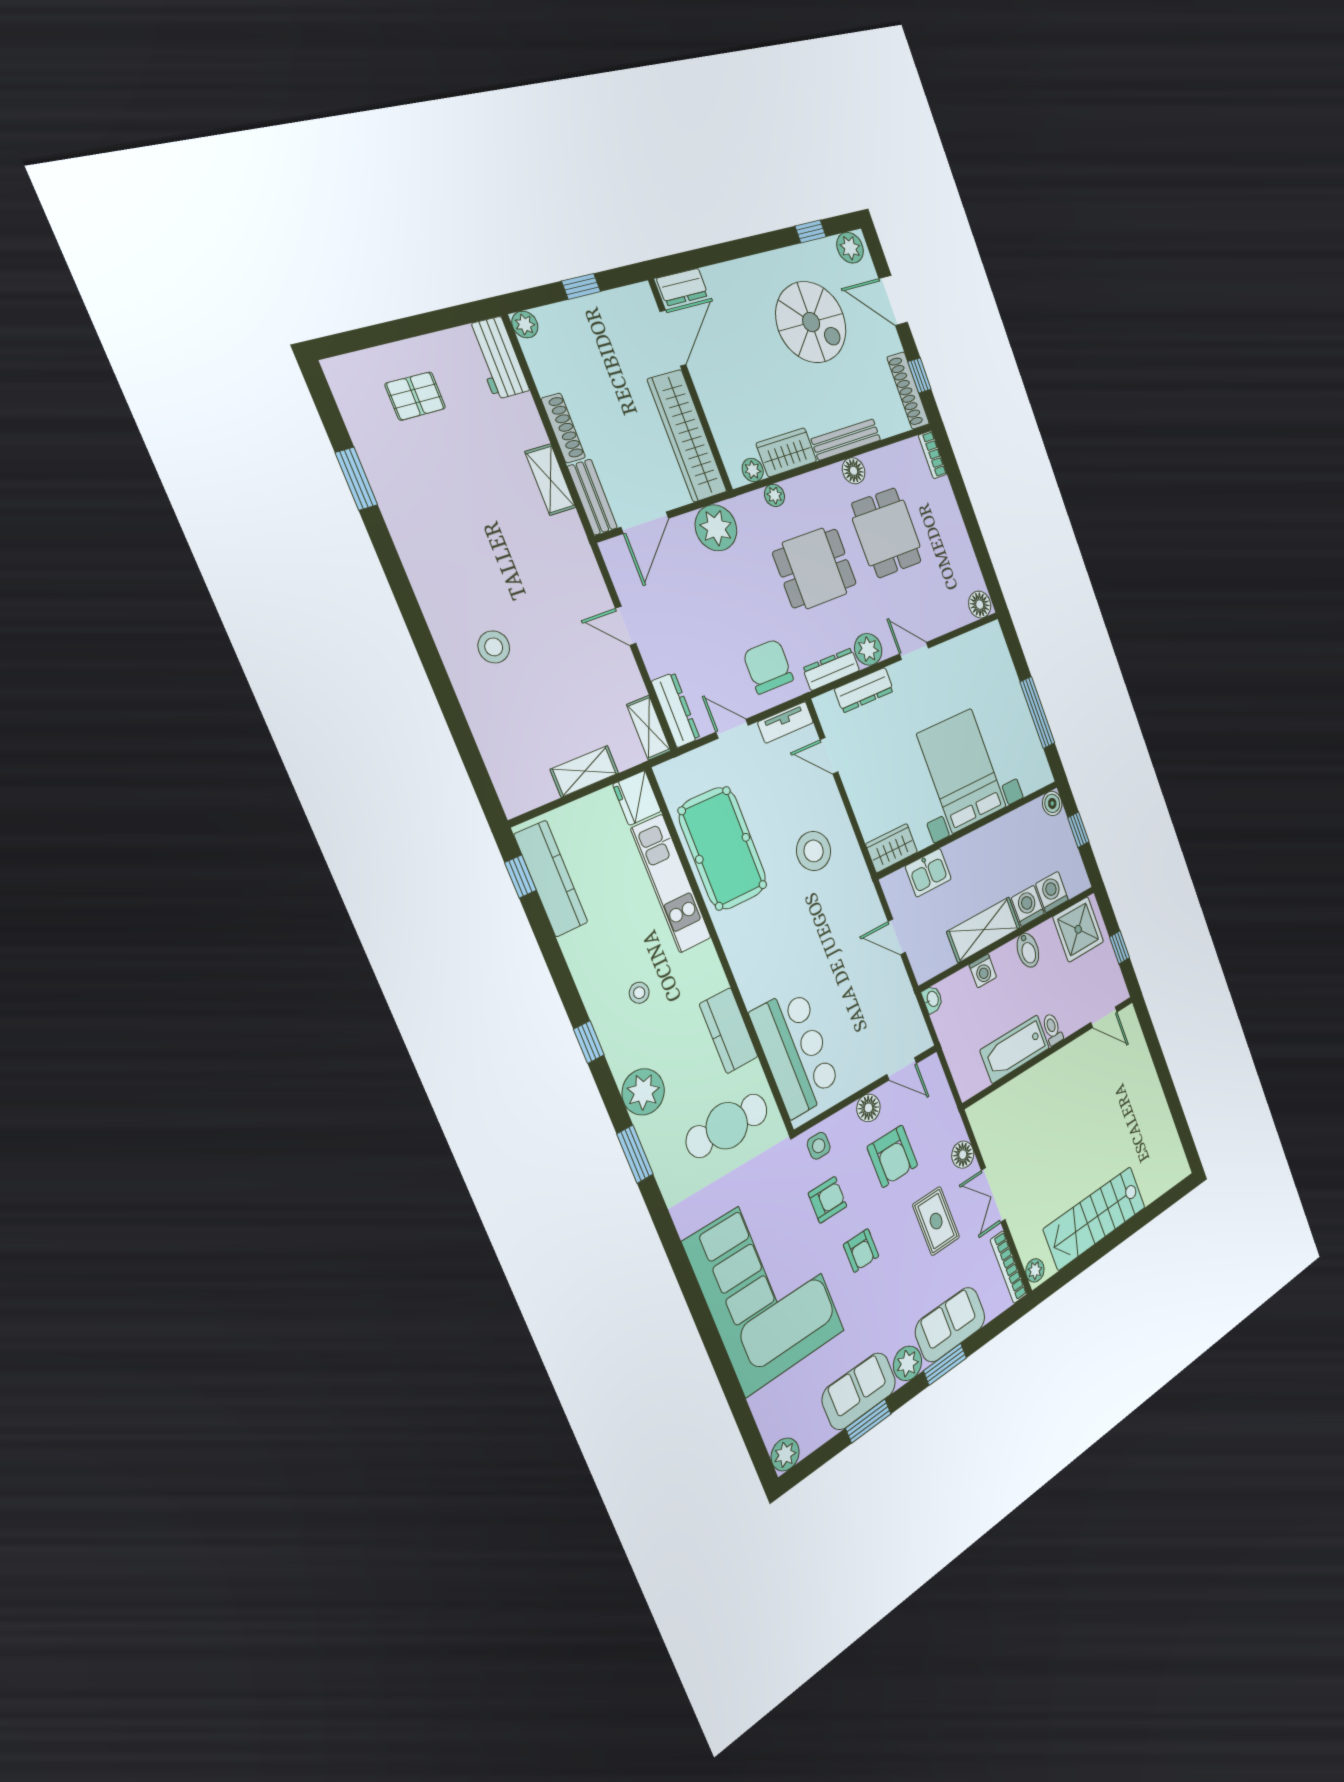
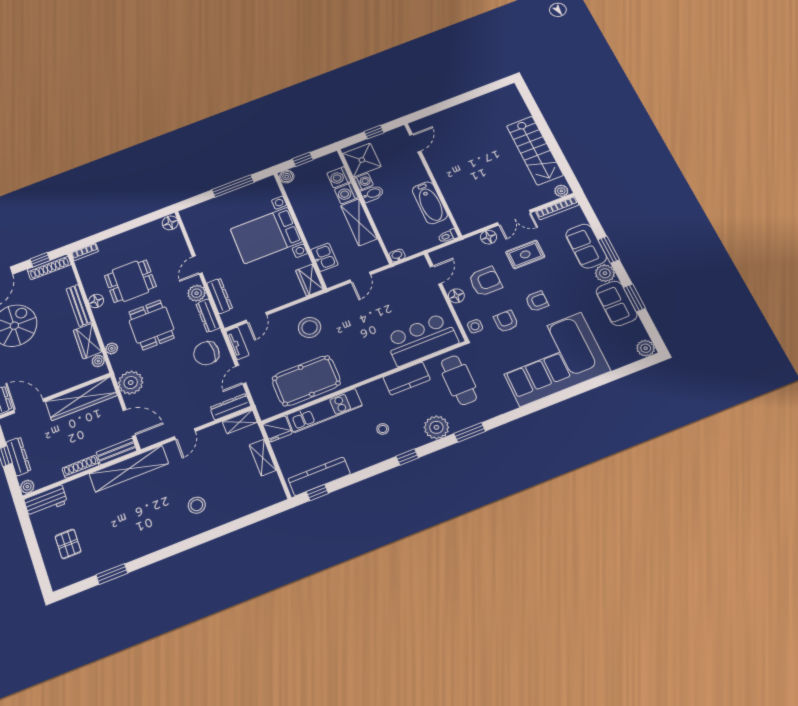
dresser: (581, 312) -> (18, 456), added
shelving: (550, 480) -> (129, 469), width x2.20, depth x1.33
washing machine: (983, 971) -> (364, 182), moved
toilet: (1052, 1029) -> (448, 236), moved

